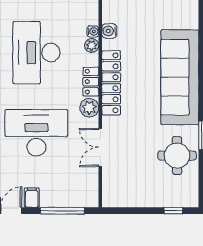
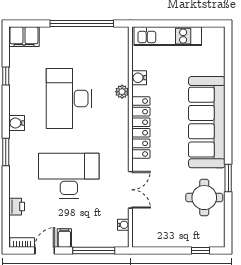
water cooler: (93, 31) -> (123, 225), moved
locker: (91, 82) -> (121, 126), removed
plant: (89, 108) -> (120, 152), removed
double door: (100, 147) -> (130, 190), swing flipped

